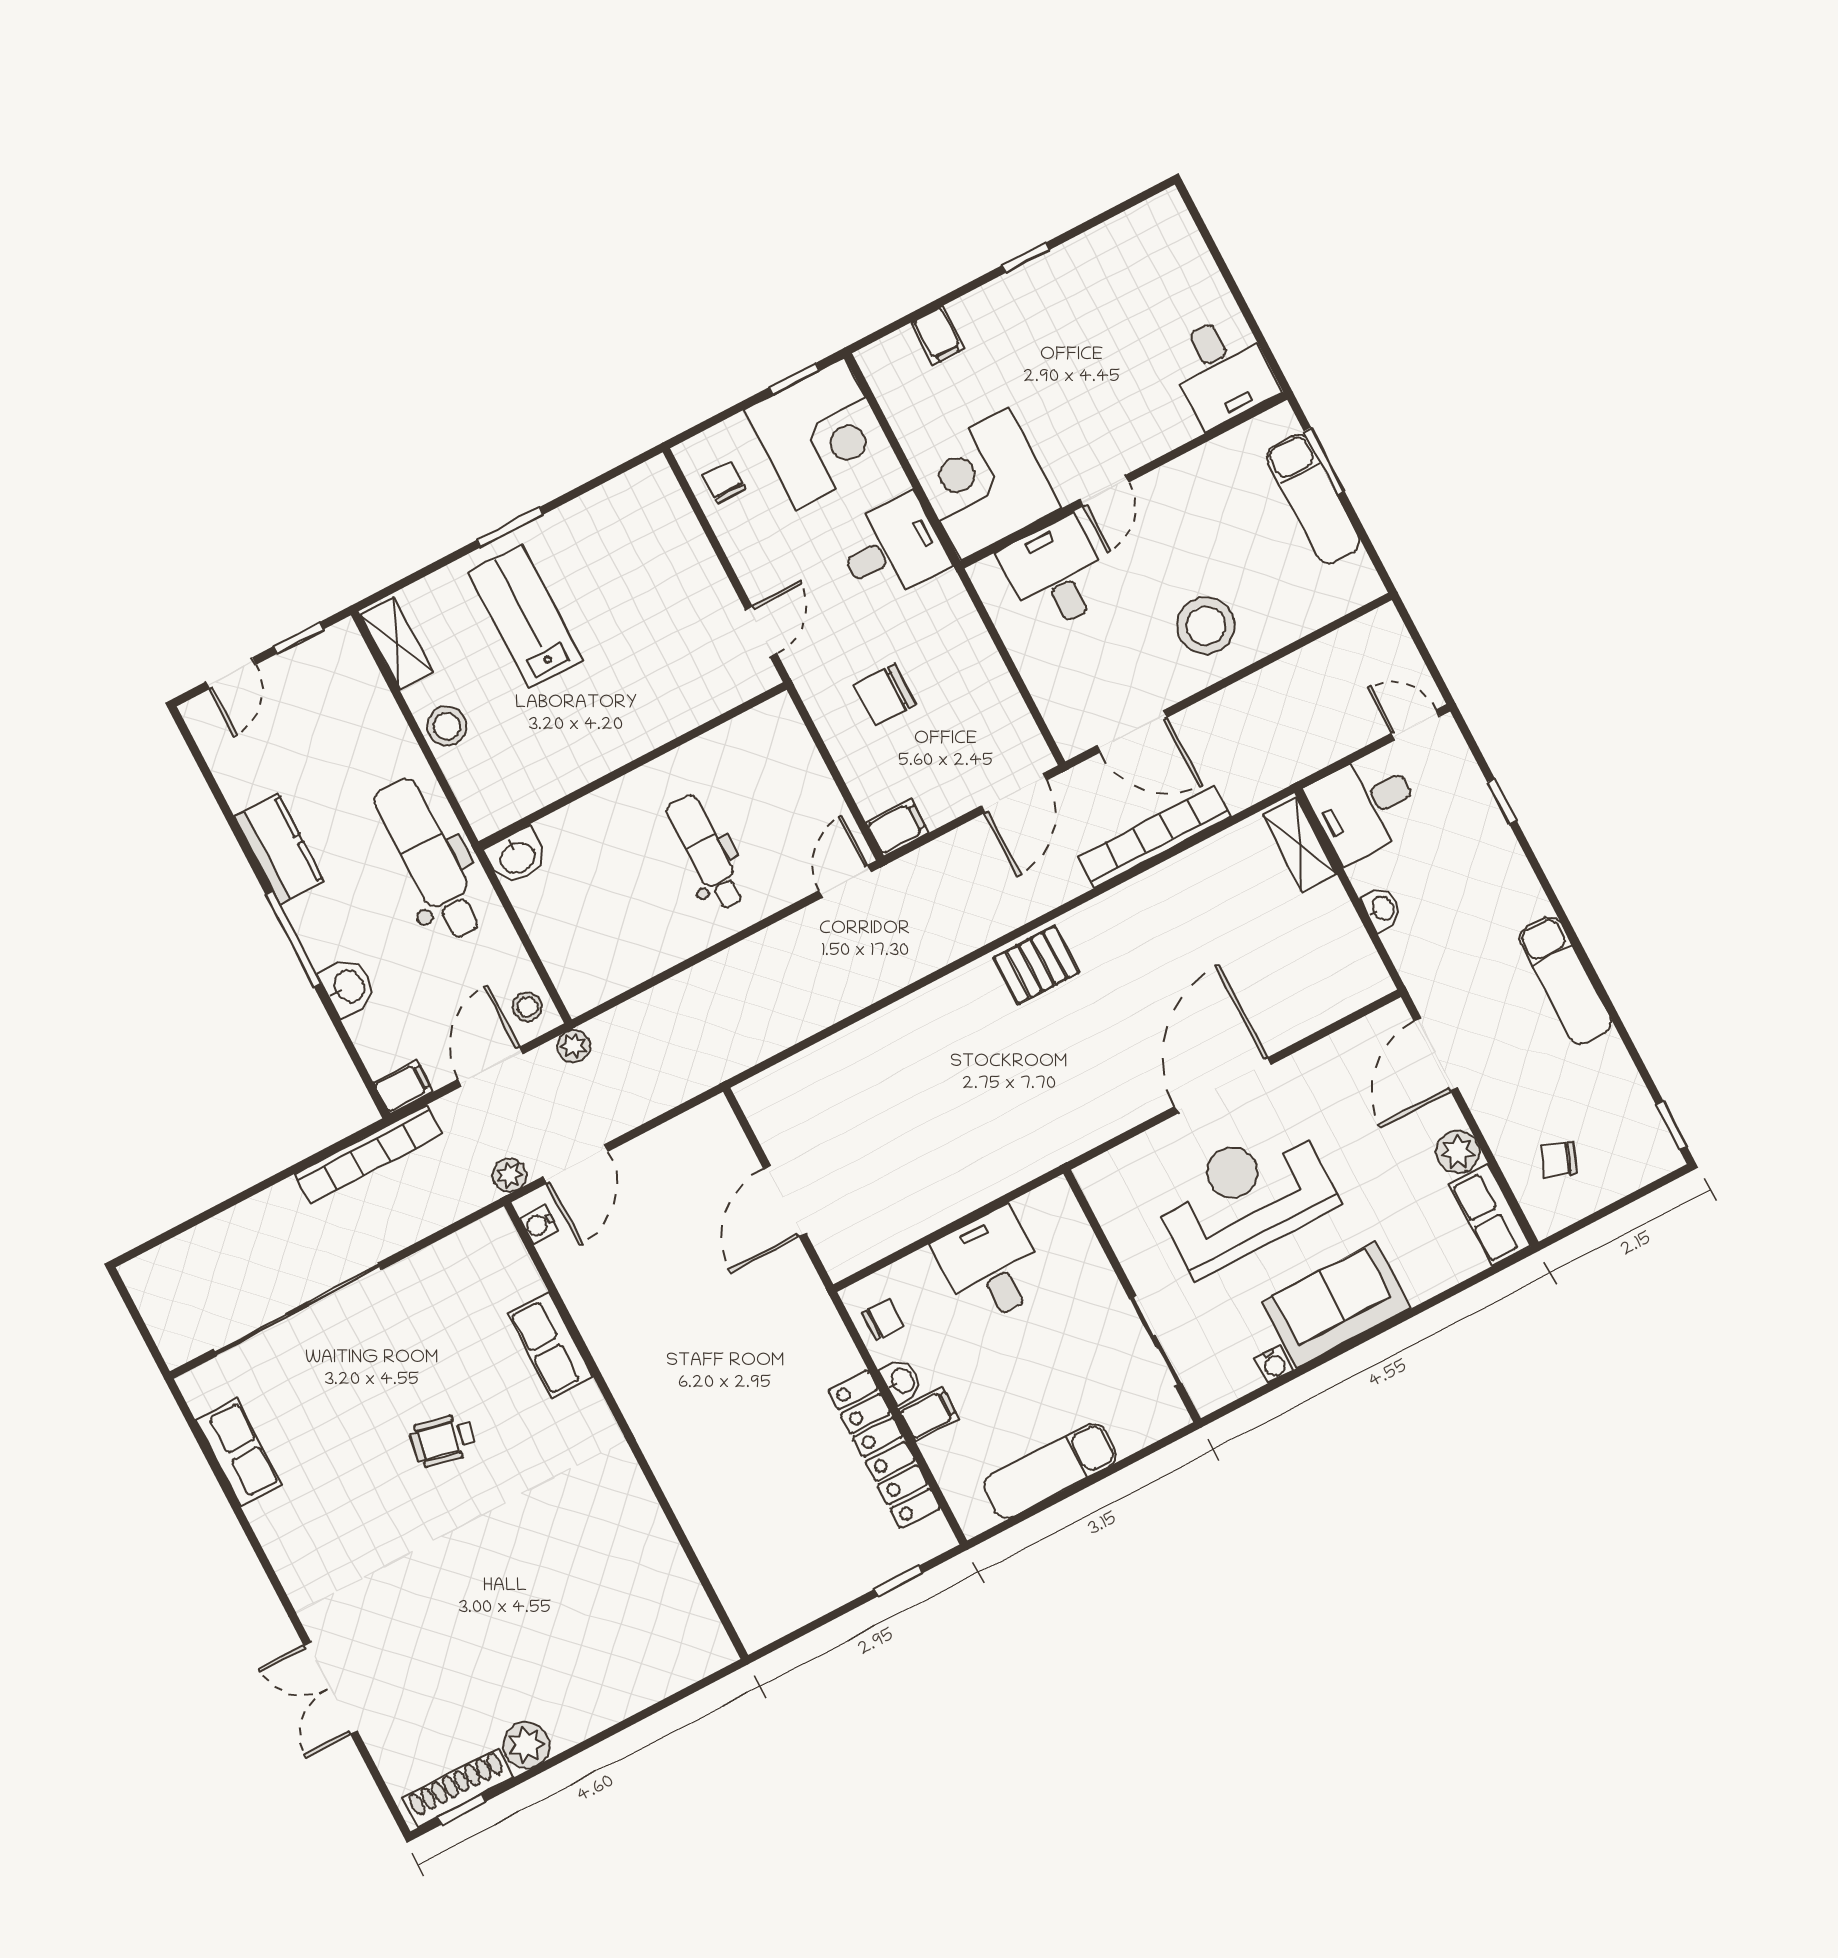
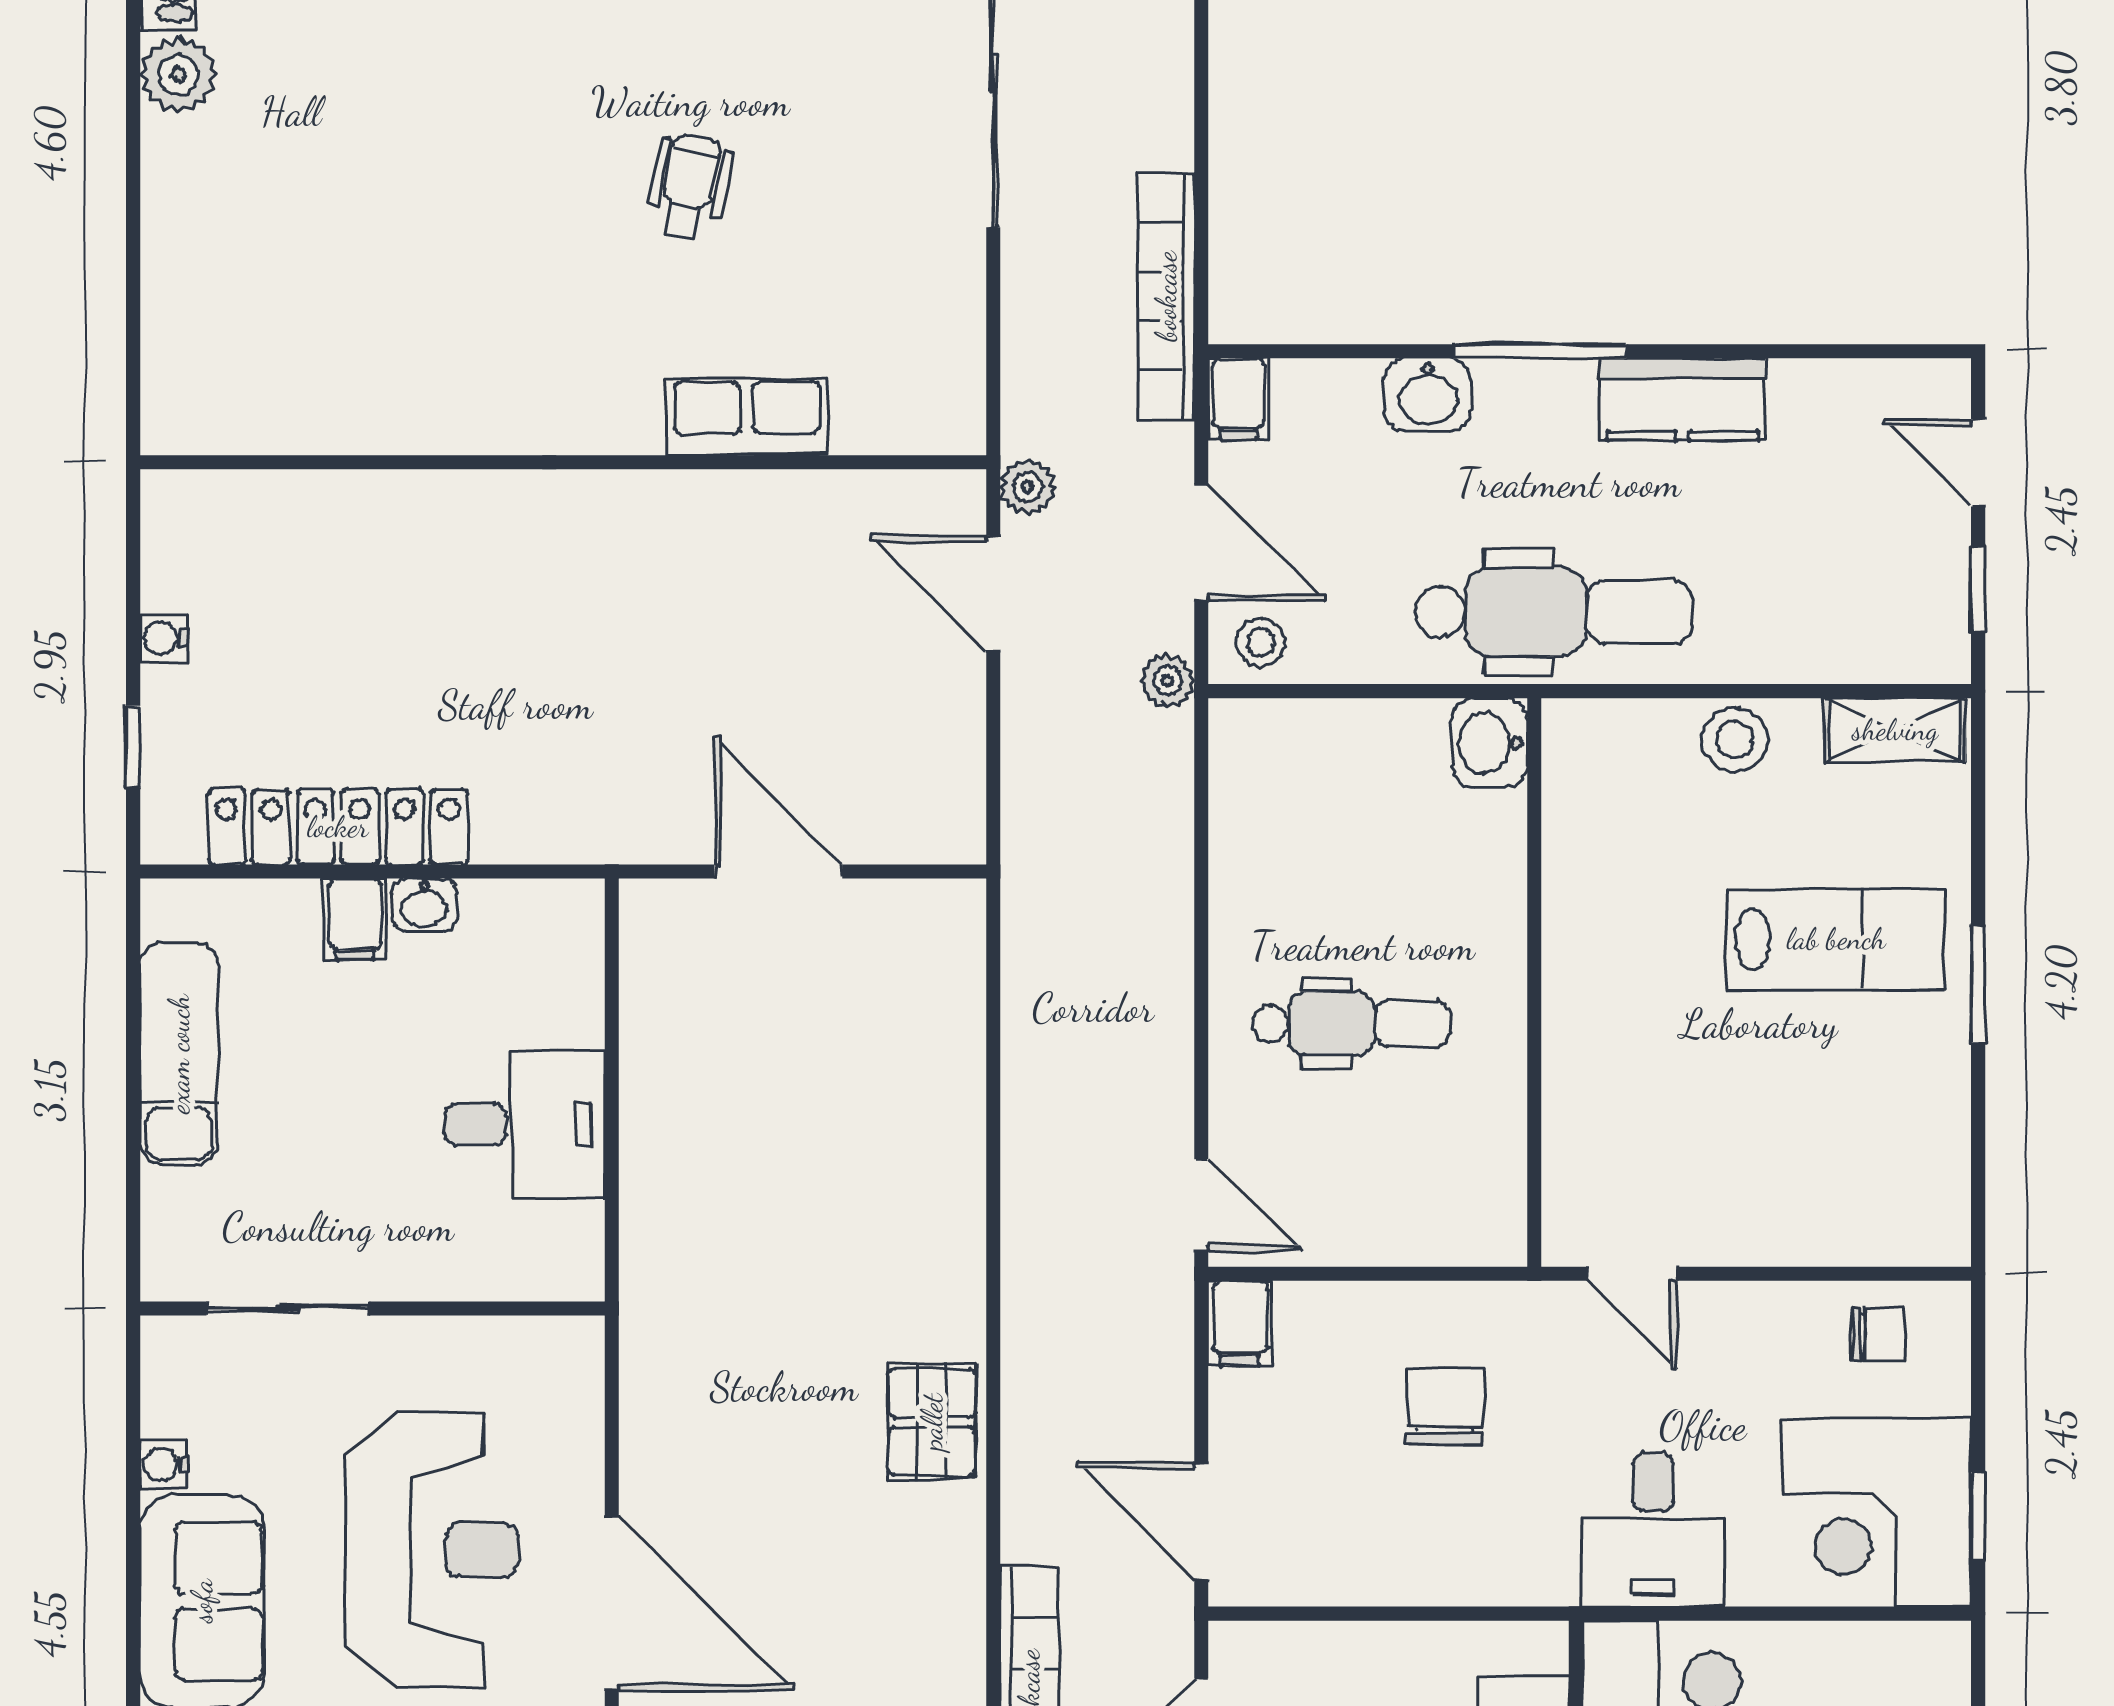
water cooler: (539, 1224) -> (164, 638), moved, turned -90
chair: (883, 1319) -> (530, 925), removed

